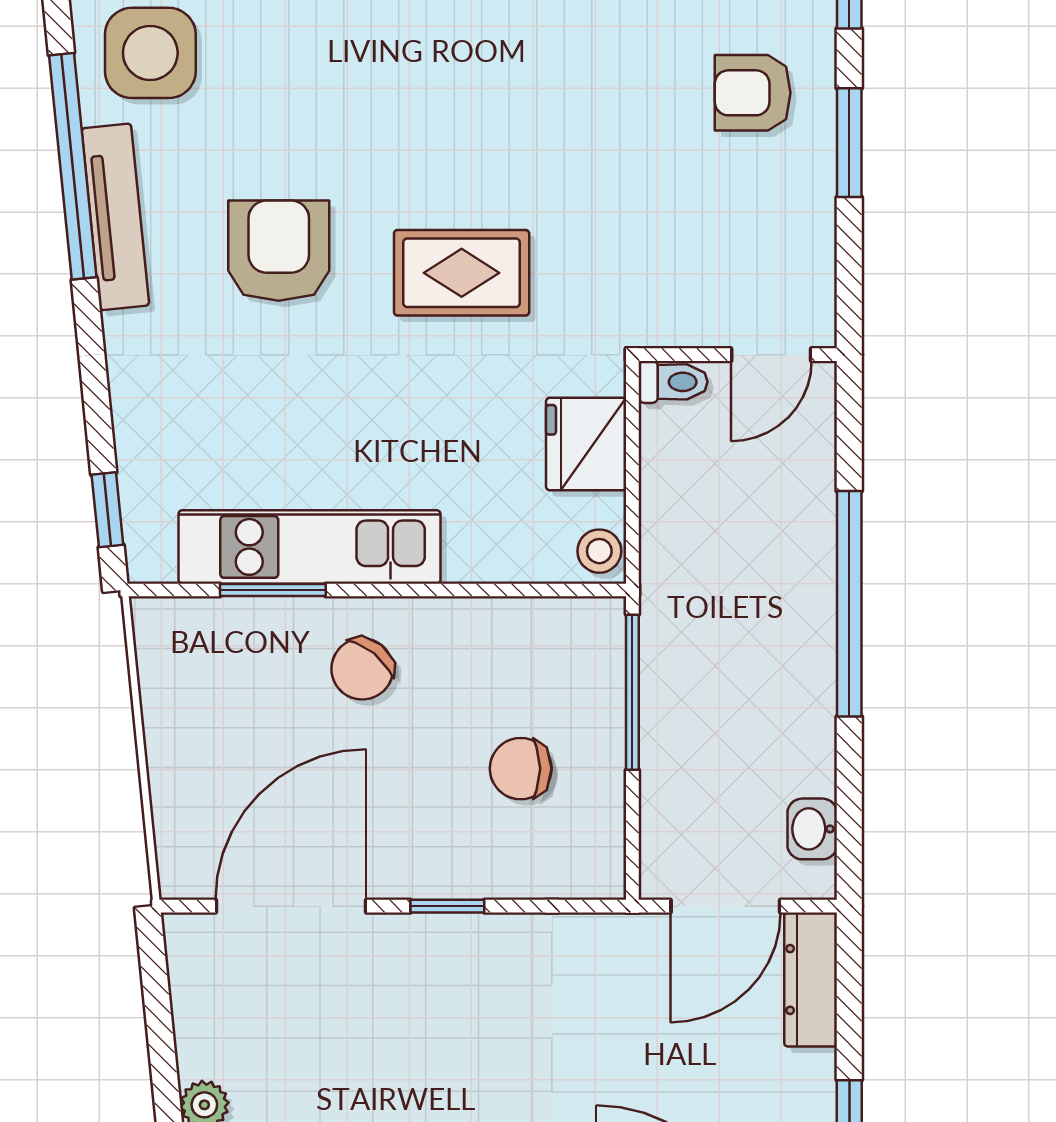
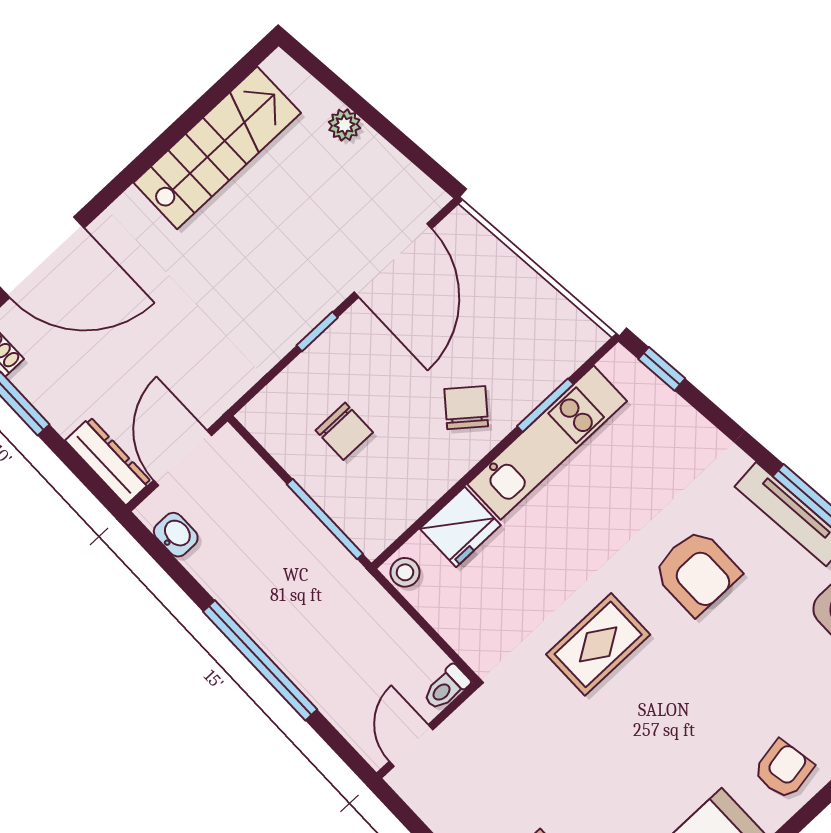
fridge: (586, 444) -> (460, 527), moved, turned 90
chair: (521, 769) -> (344, 431), turned 90

